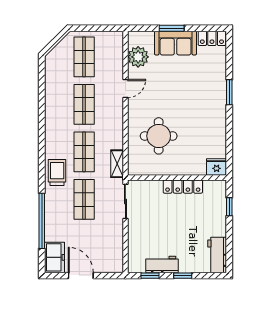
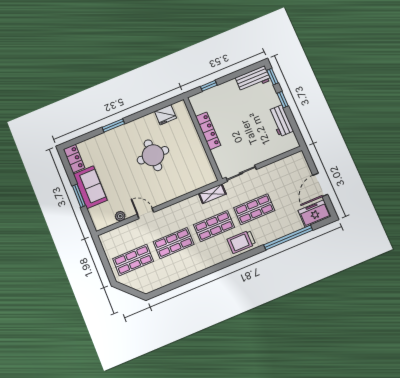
plant: (138, 57) -> (120, 216), width x0.53, depth x0.53
round table: (159, 136) -> (153, 155), moved
fridge: (217, 167) -> (165, 115), moved, turned -90
window: (150, 276) -> (272, 77), moved

